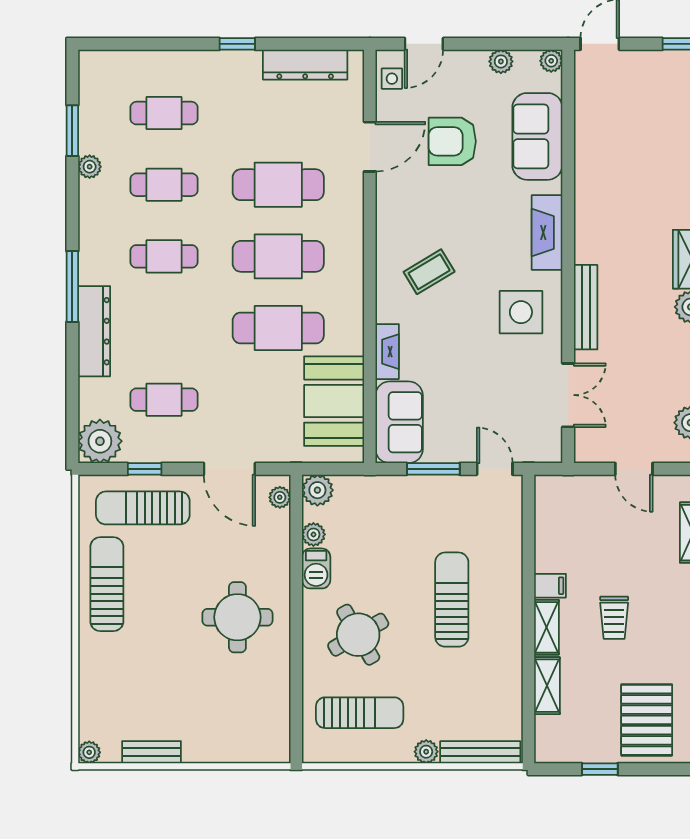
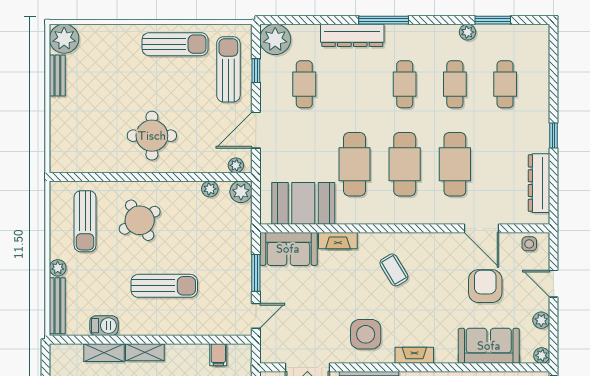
door: (424, 44) -> (554, 284), moved
fireplace: (547, 232) -> (414, 355), width x0.73, depth x0.76
barbecue: (316, 568) -> (104, 326), moved, turned 180
filing cabinet: (550, 586) -> (218, 355), moved
plant: (89, 752) -> (64, 39), width x1.87, depth x1.87

